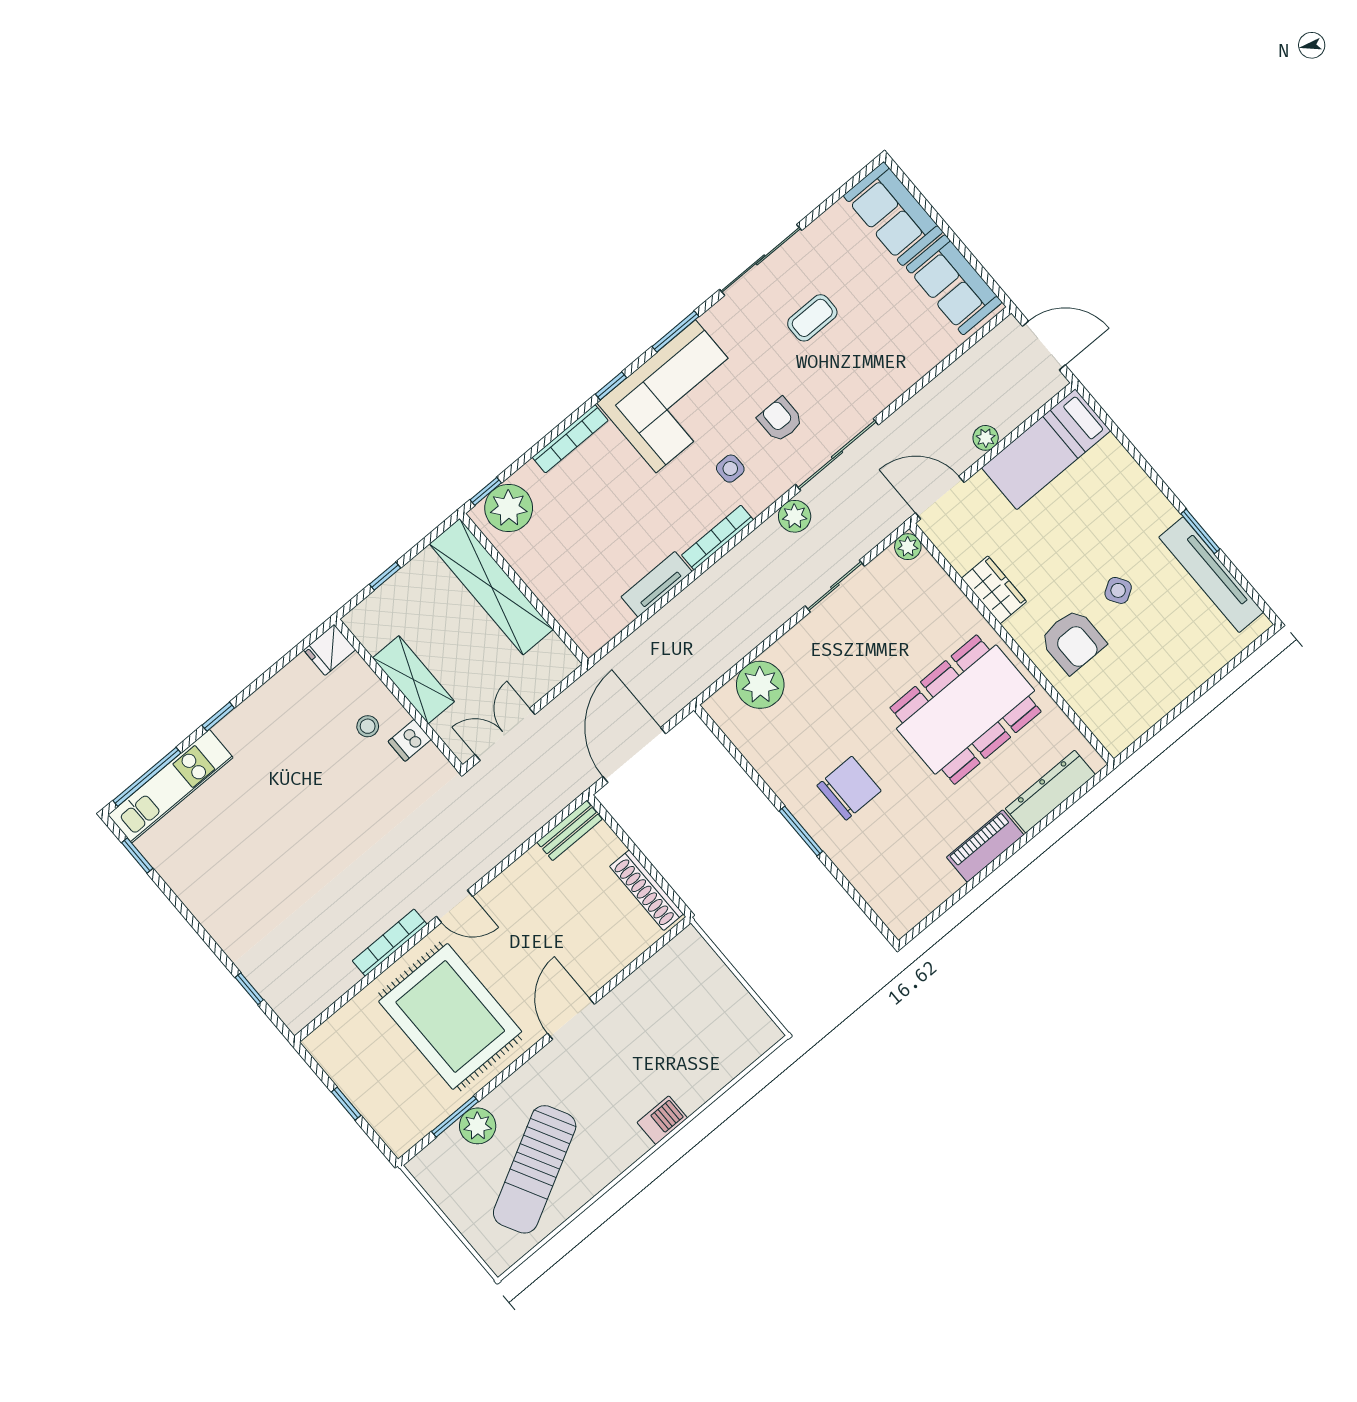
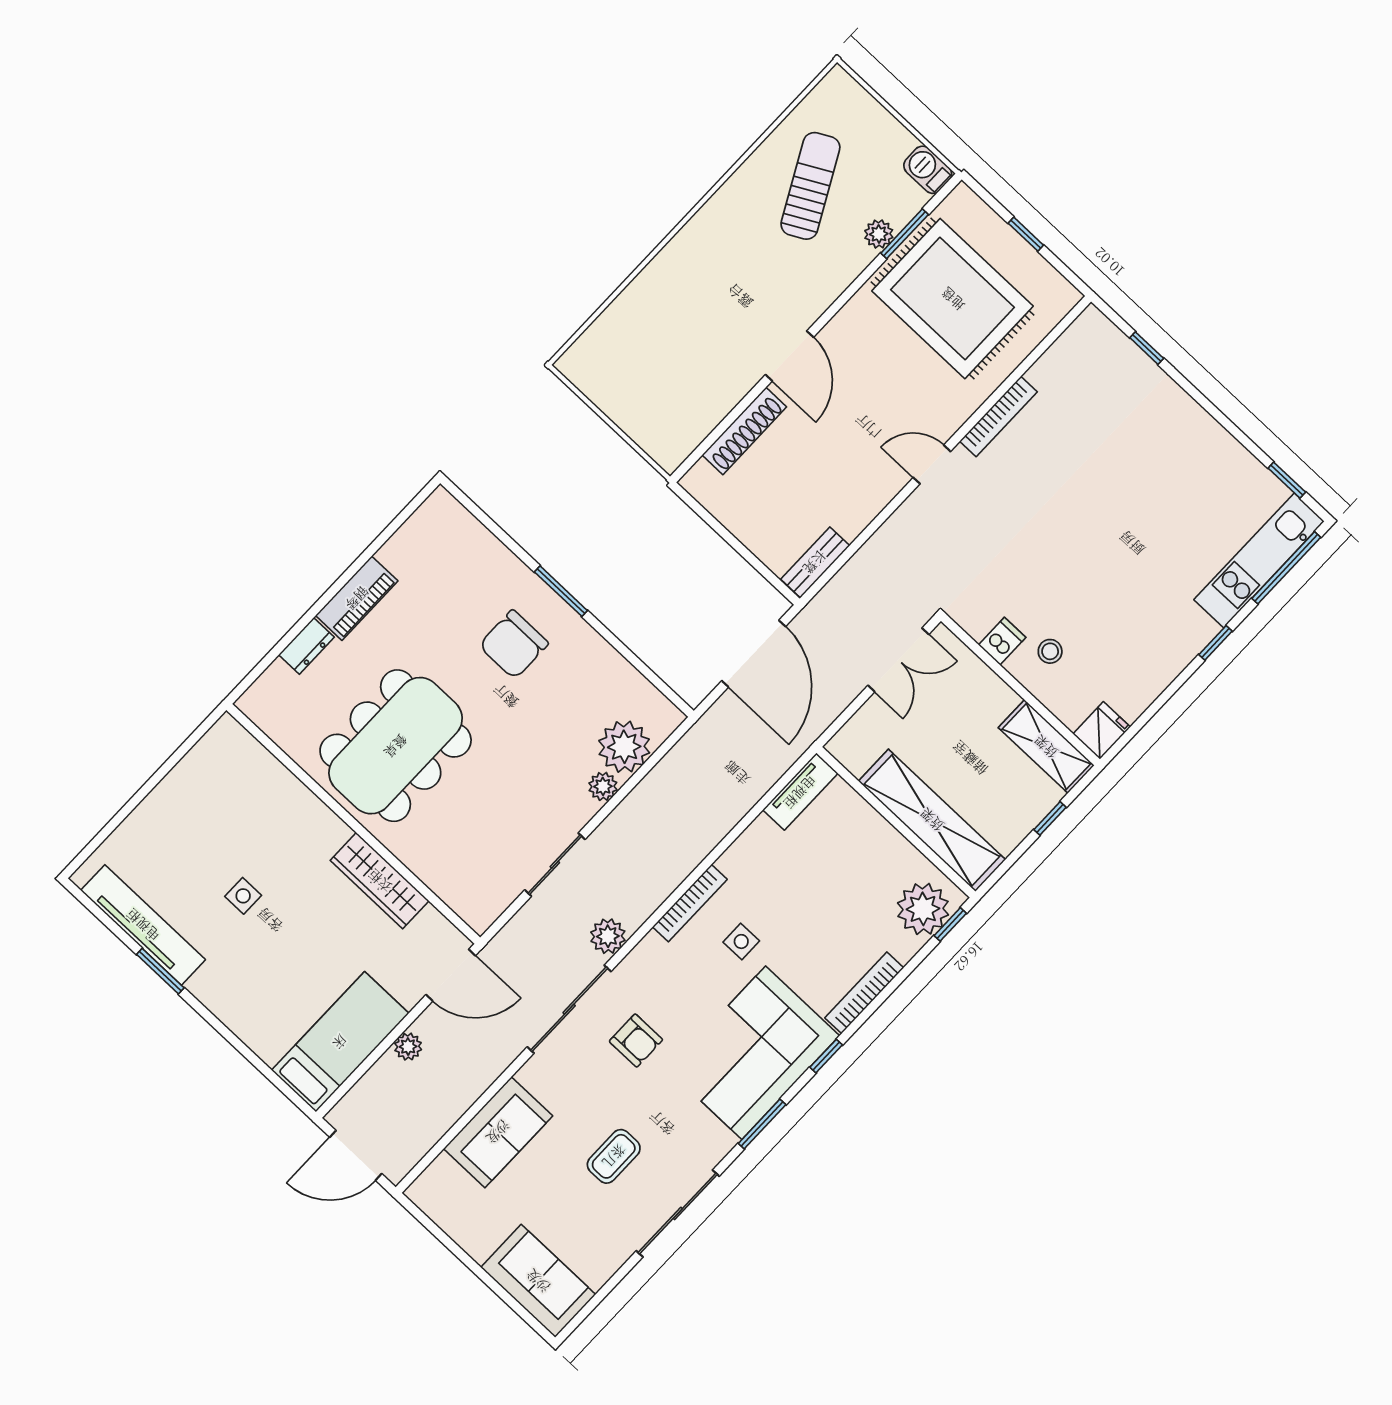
sofa: (954, 285) -> (498, 1132), moved, turned 90
side table: (730, 469) -> (741, 941), moved
plant: (908, 547) -> (603, 786), moved
tv unit: (657, 584) -> (800, 792), moved
wardrobe: (994, 590) -> (380, 881), width x1.50
side table: (1118, 590) -> (243, 896), turned 32
armchair: (1073, 641) -> (287, 834), removed
shelving: (413, 680) -> (1046, 747), moved
dresser: (1050, 792) -> (306, 646), width x0.51, depth x0.80
shoe rack: (647, 890) -> (744, 431), moved, turned 90
rug: (450, 1016) -> (953, 299), moved
barbecue: (662, 1120) -> (928, 170), moved, turned 90
plant: (478, 1126) -> (879, 234), width x0.73, depth x0.73
sun lounger: (535, 1169) -> (810, 186), width x0.73, depth x0.75

